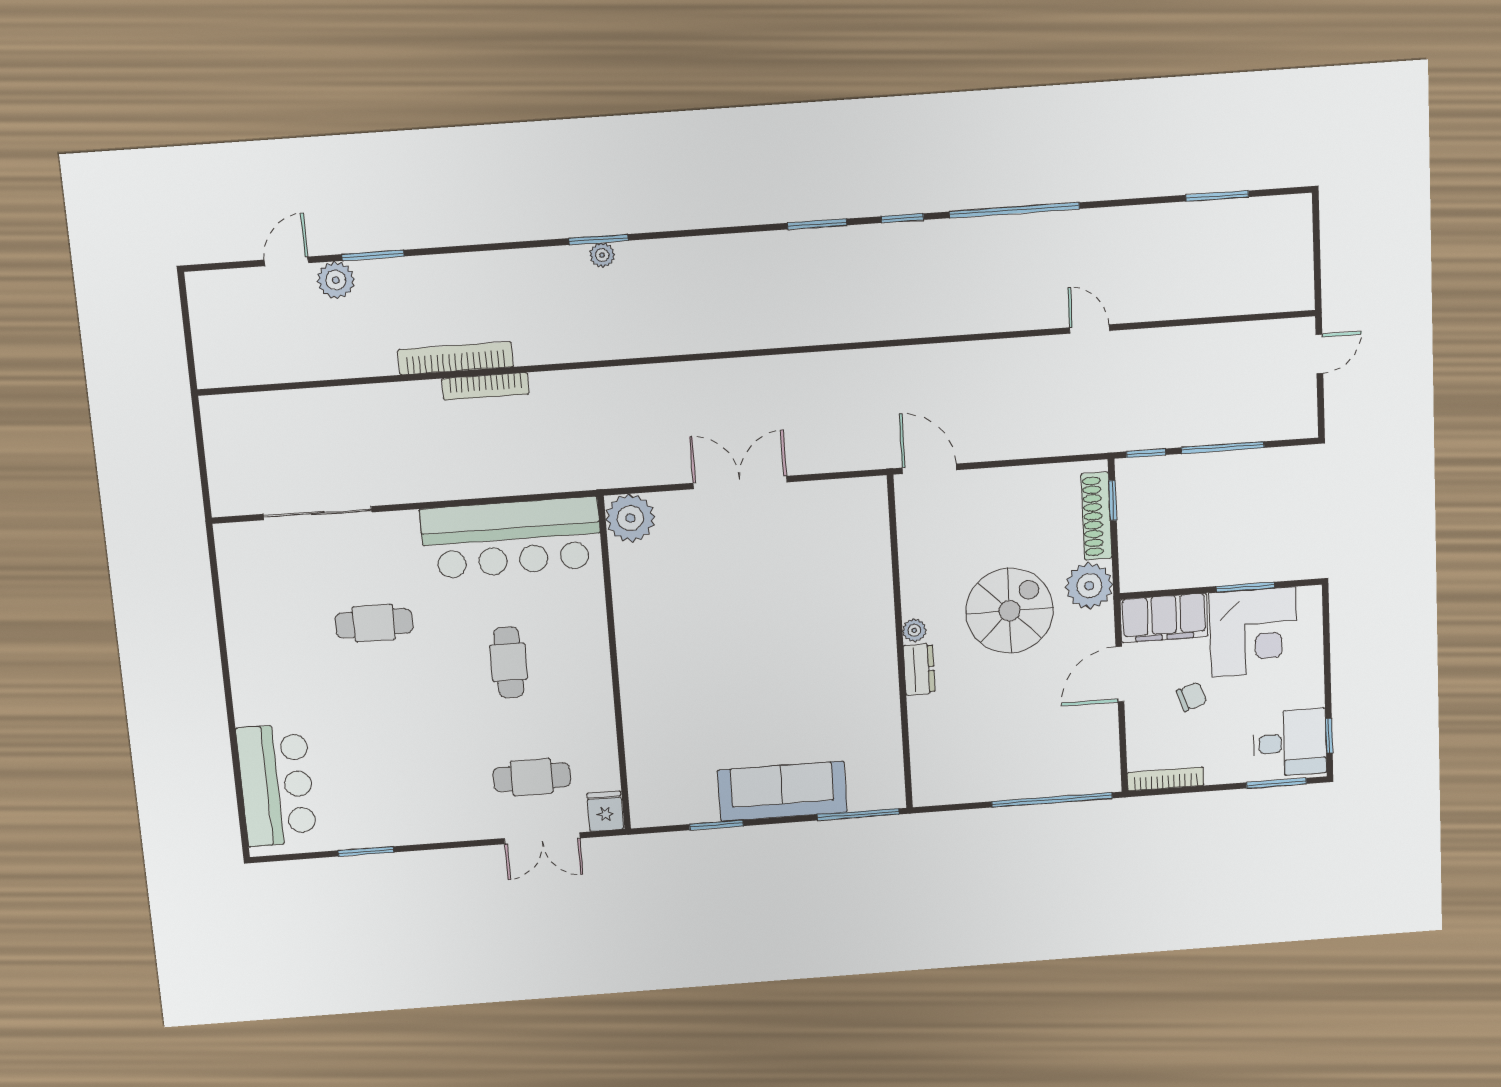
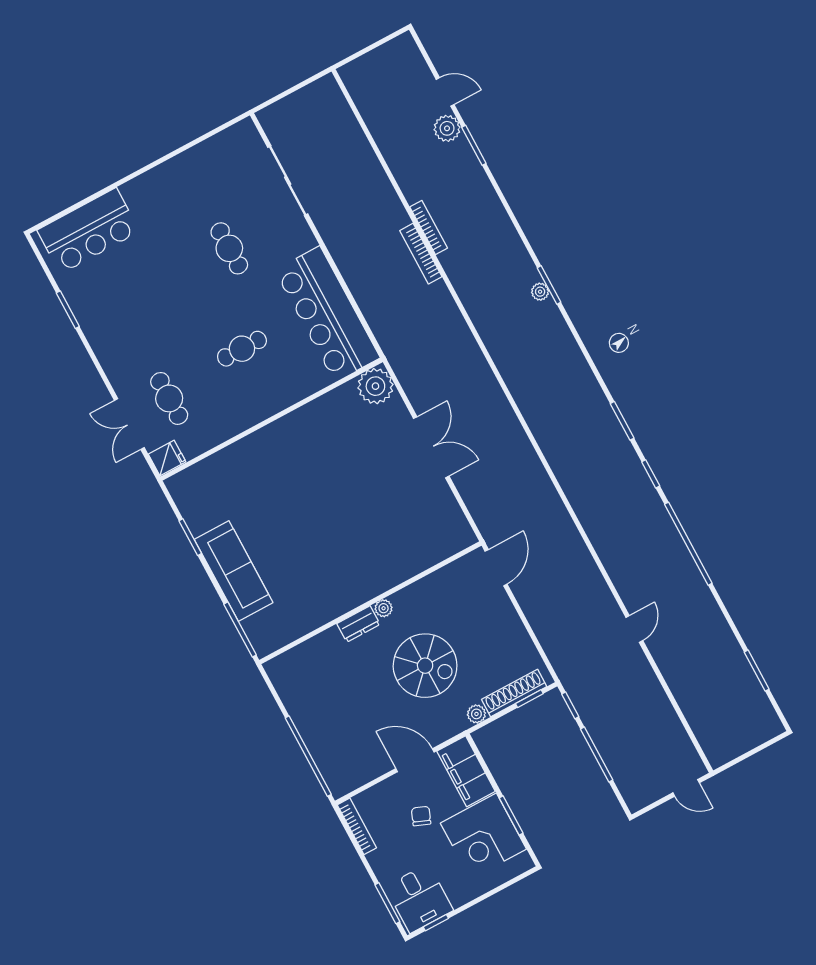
bookcase: (456, 358) -> (429, 228), width x0.68, depth x0.76
plant: (1089, 586) -> (476, 714), width x0.53, depth x0.53
chair: (1192, 697) -> (421, 816), turned -139

